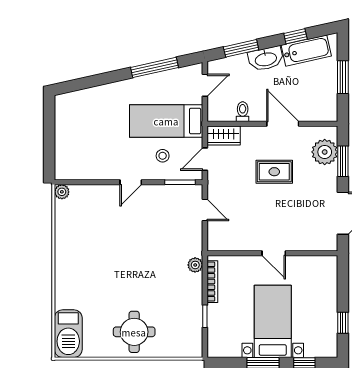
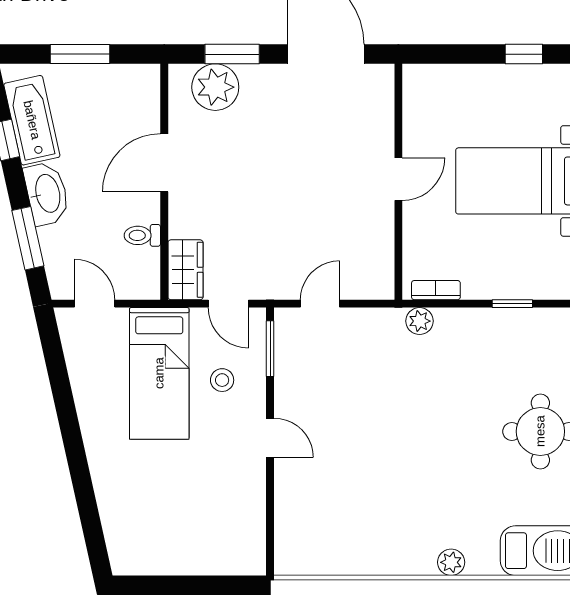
window: (155, 67) -> (63, 395), removed
rug: (274, 172) -> (251, 178), removed
plant: (62, 192) -> (451, 562), moved
bookcase: (212, 282) -> (436, 290), width x0.64

